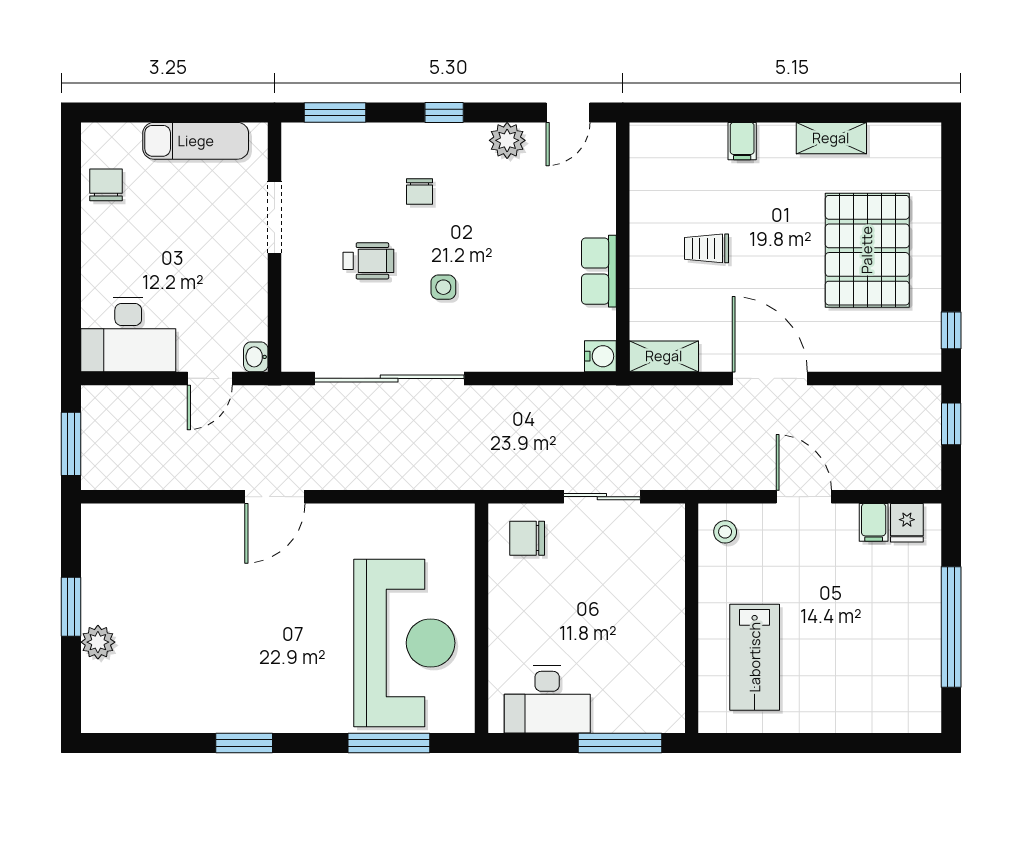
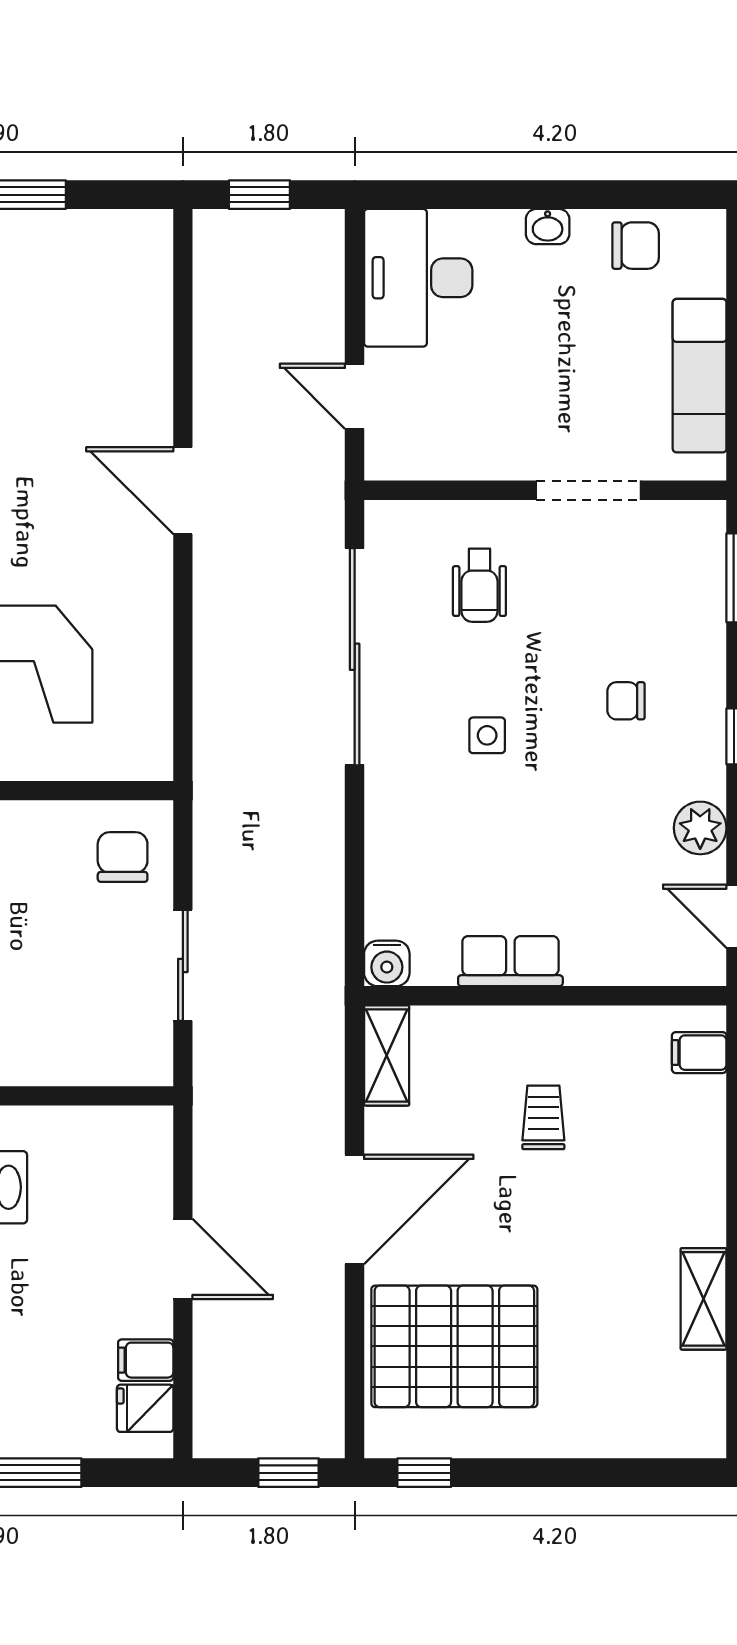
filing cabinet: (742, 141) -> (699, 1053), moved
pallet: (867, 250) -> (454, 1346), moved
wheelchair: (368, 261) -> (479, 585), moved
washbasin: (256, 357) -> (548, 227), moved, turned 180
window: (71, 444) -> (259, 195), width x0.67
door: (804, 497) -> (183, 1259), hinge flipped
stool: (725, 532) -> (132, 1144), removed

